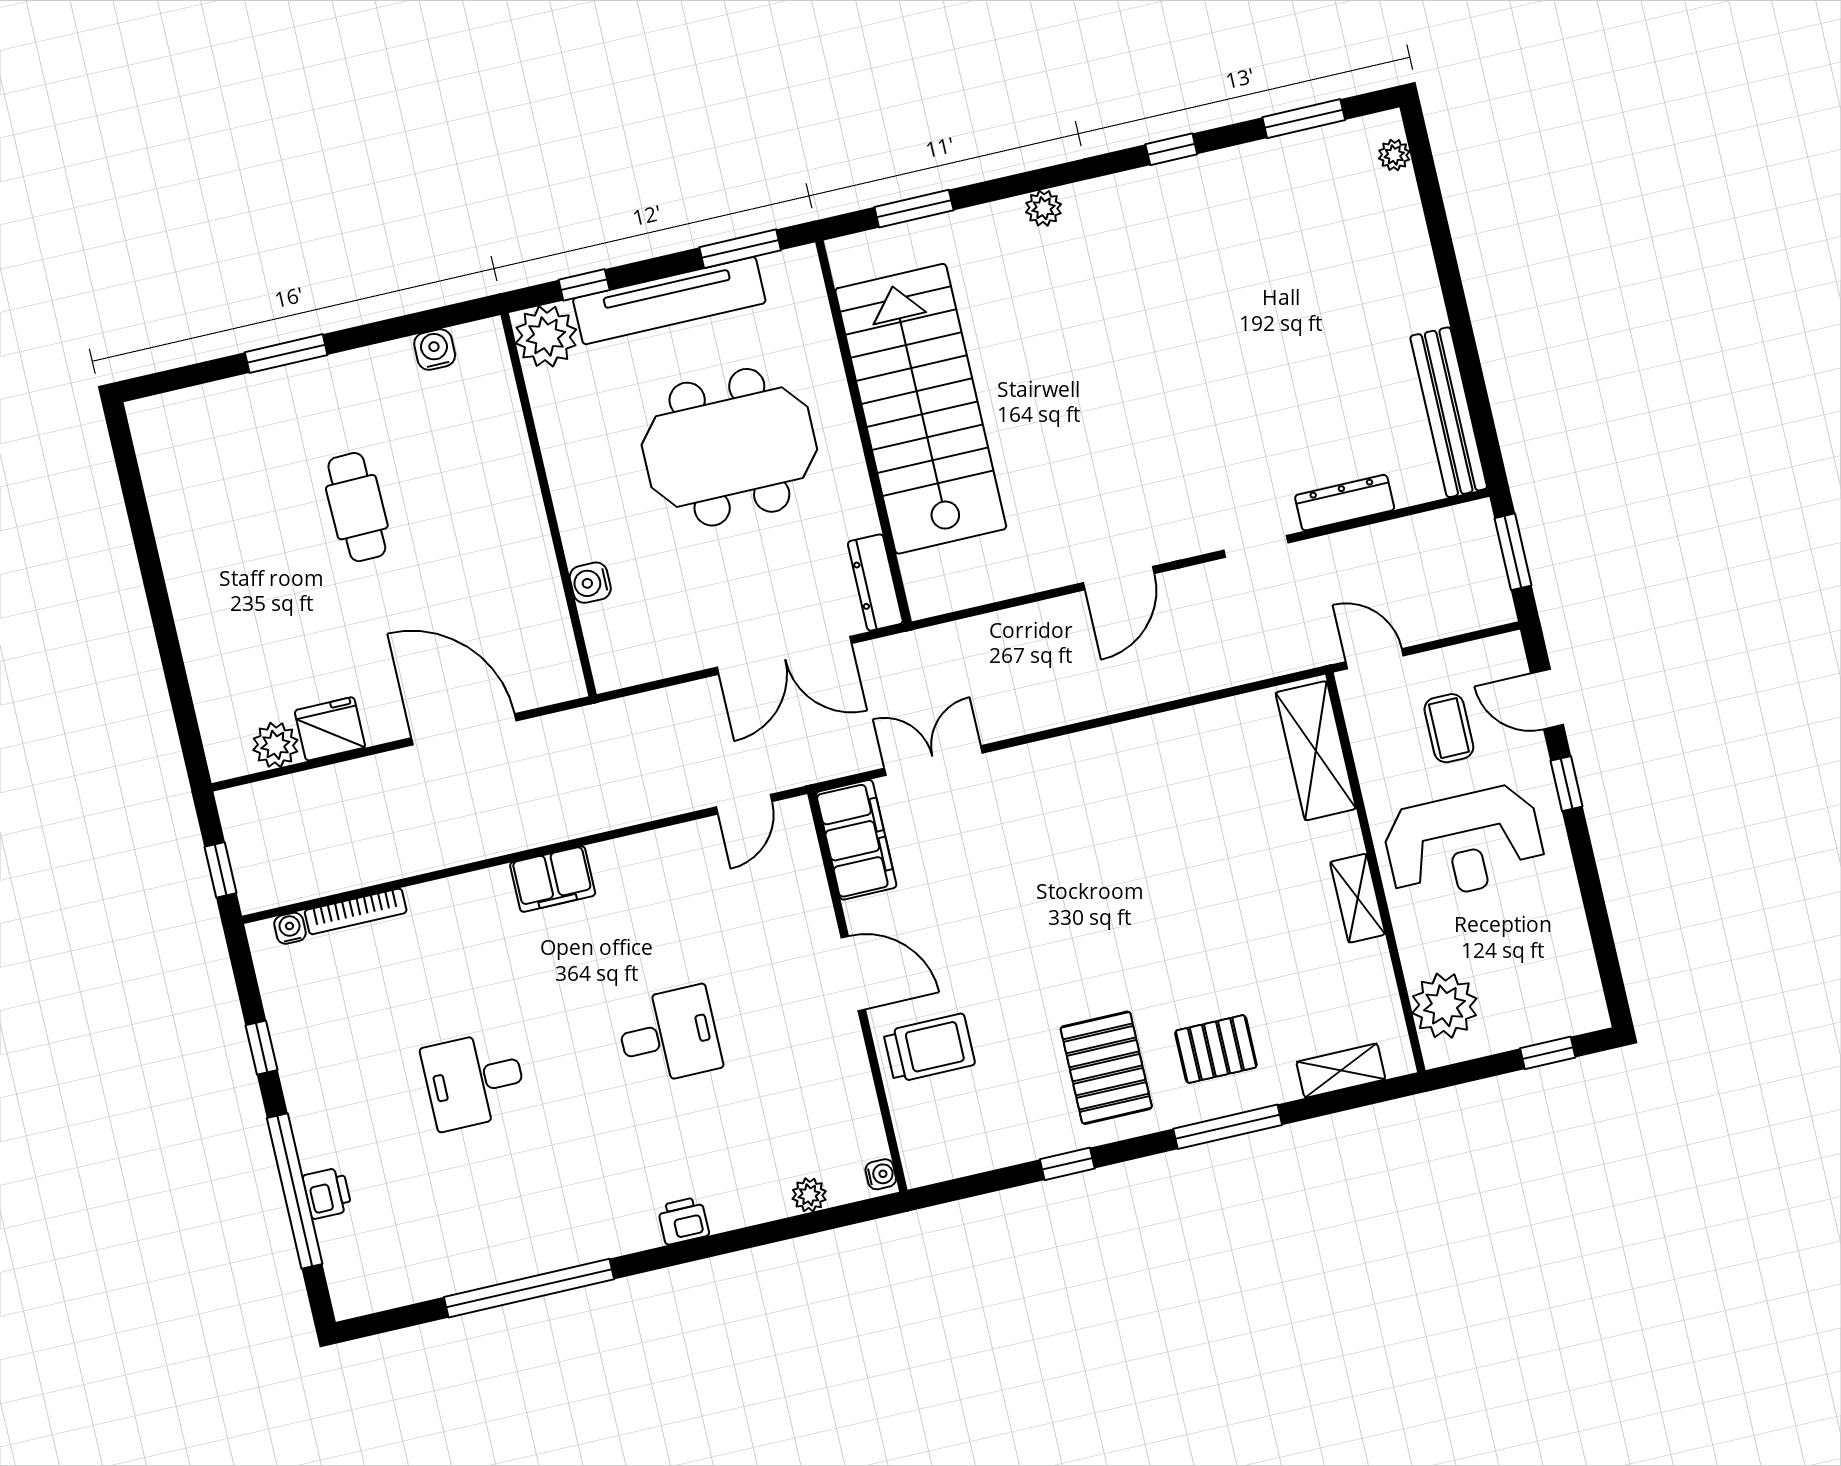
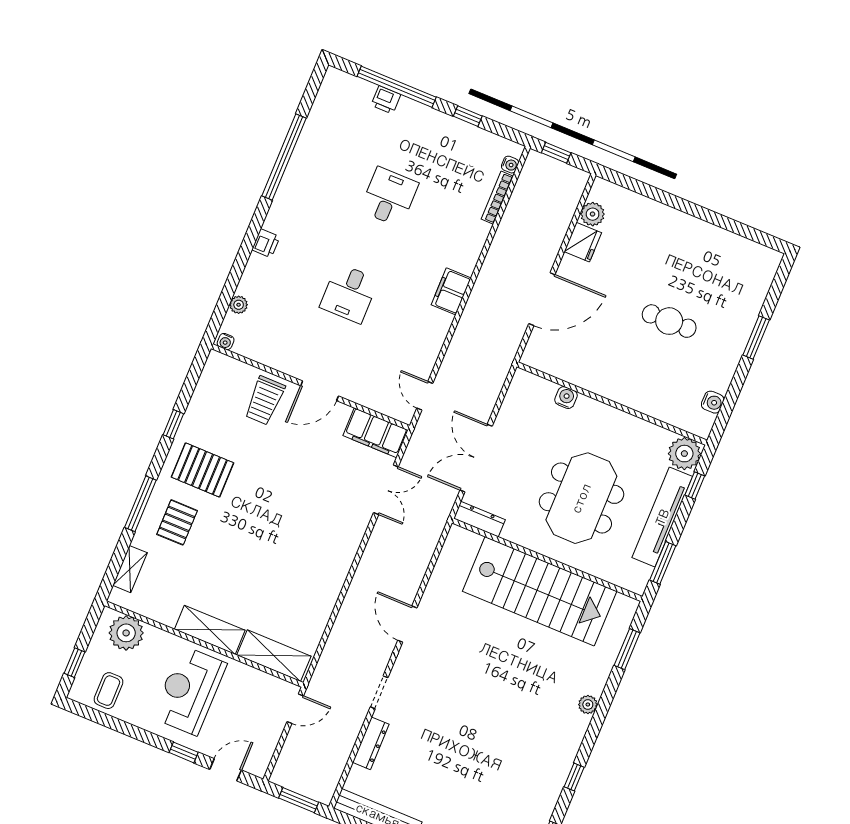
coffee table: (1449, 728) -> (108, 691), moved, turned 90
shelving: (1358, 898) -> (210, 630), width x1.50, depth x1.33

